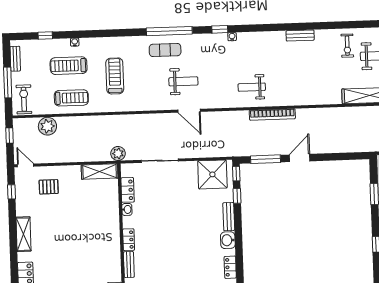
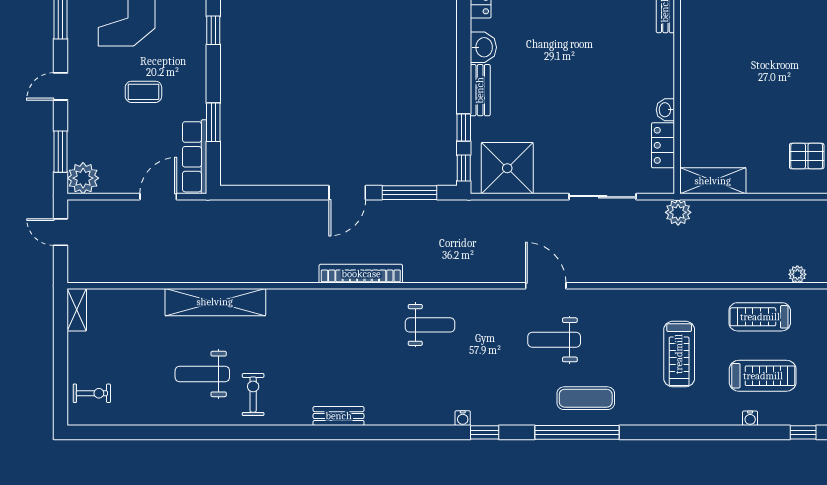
bookcase: (272, 115) -> (361, 274), moved
plant: (47, 126) -> (797, 274), width x0.53, depth x0.53
locker: (129, 240) -> (664, 55), removed

